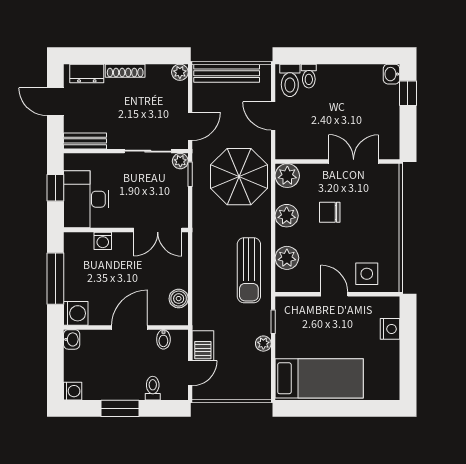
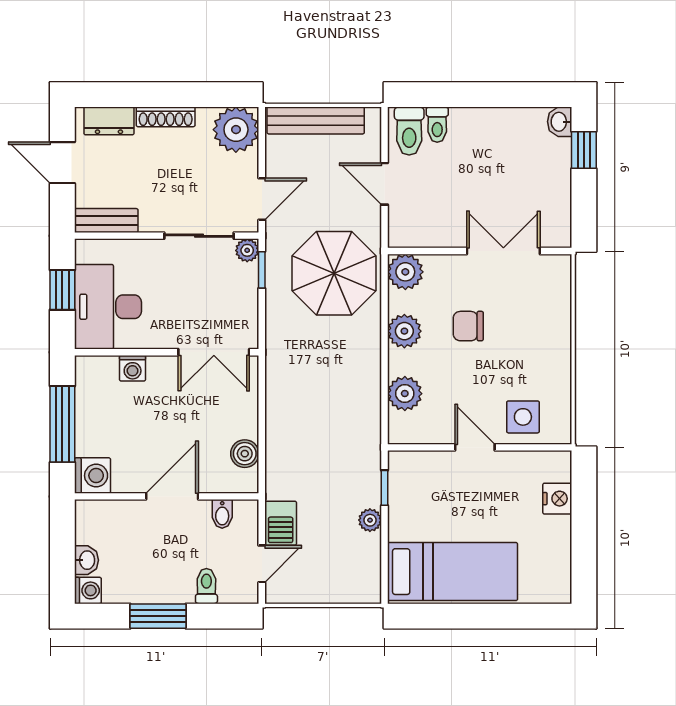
plant: (180, 72) -> (236, 130), width x1.88, depth x1.88
sun lounger: (249, 270) -> (349, 412), removed
washbasin: (72, 339) -> (86, 560), moved

